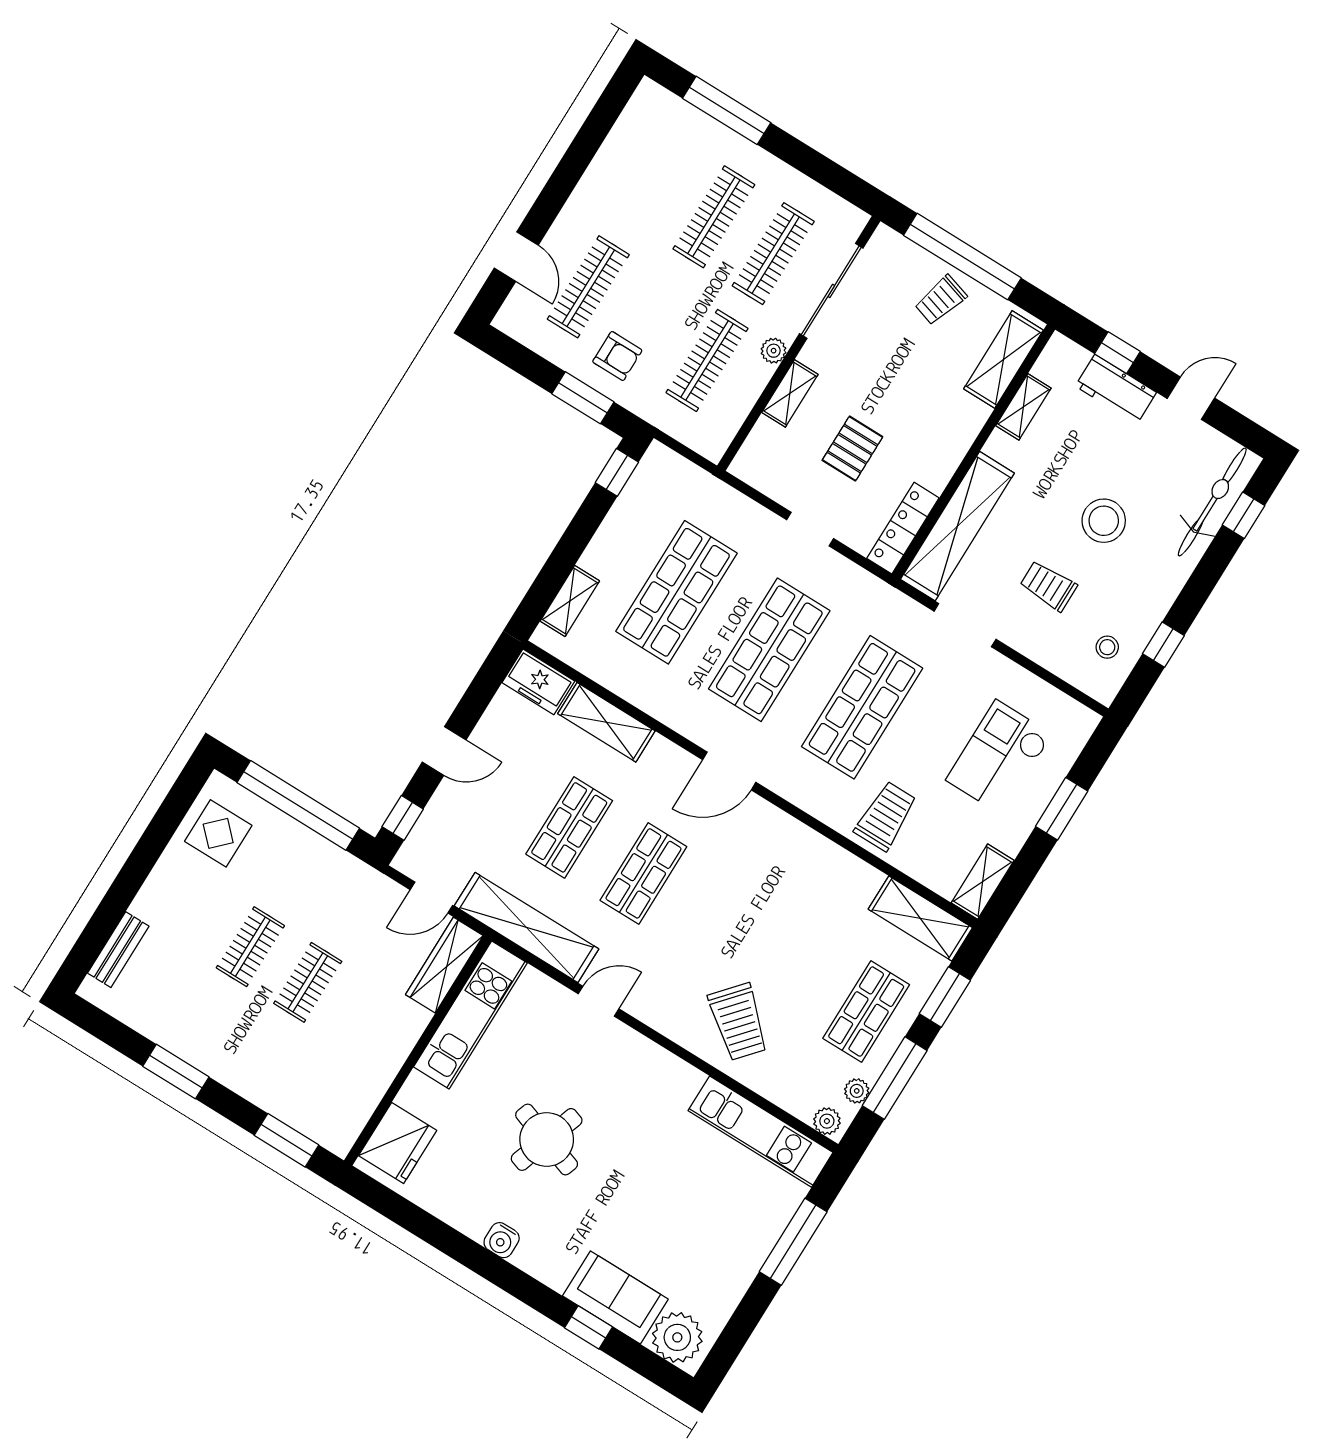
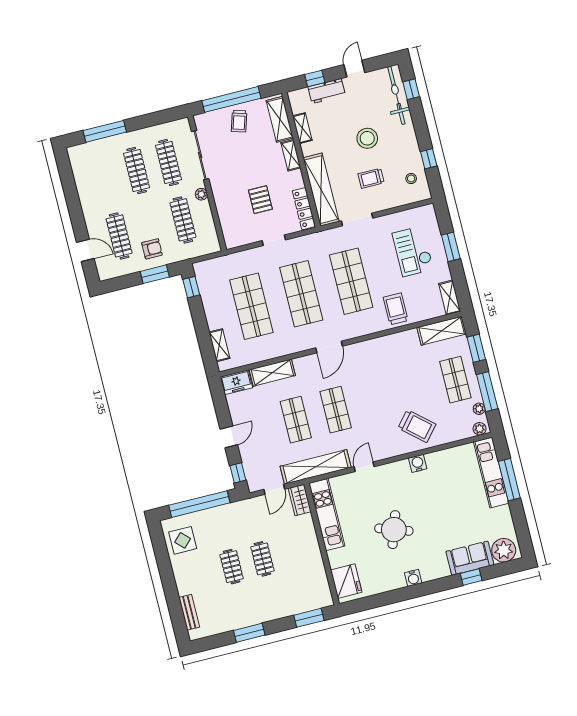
shelving: (790, 393) -> (291, 155), moved
wardrobe: (444, 965) -> (300, 500), width x0.67
water cooler: (683, 1078) -> (418, 463), added
kitchen unit: (761, 1132) -> (491, 472), moved, turned 90

